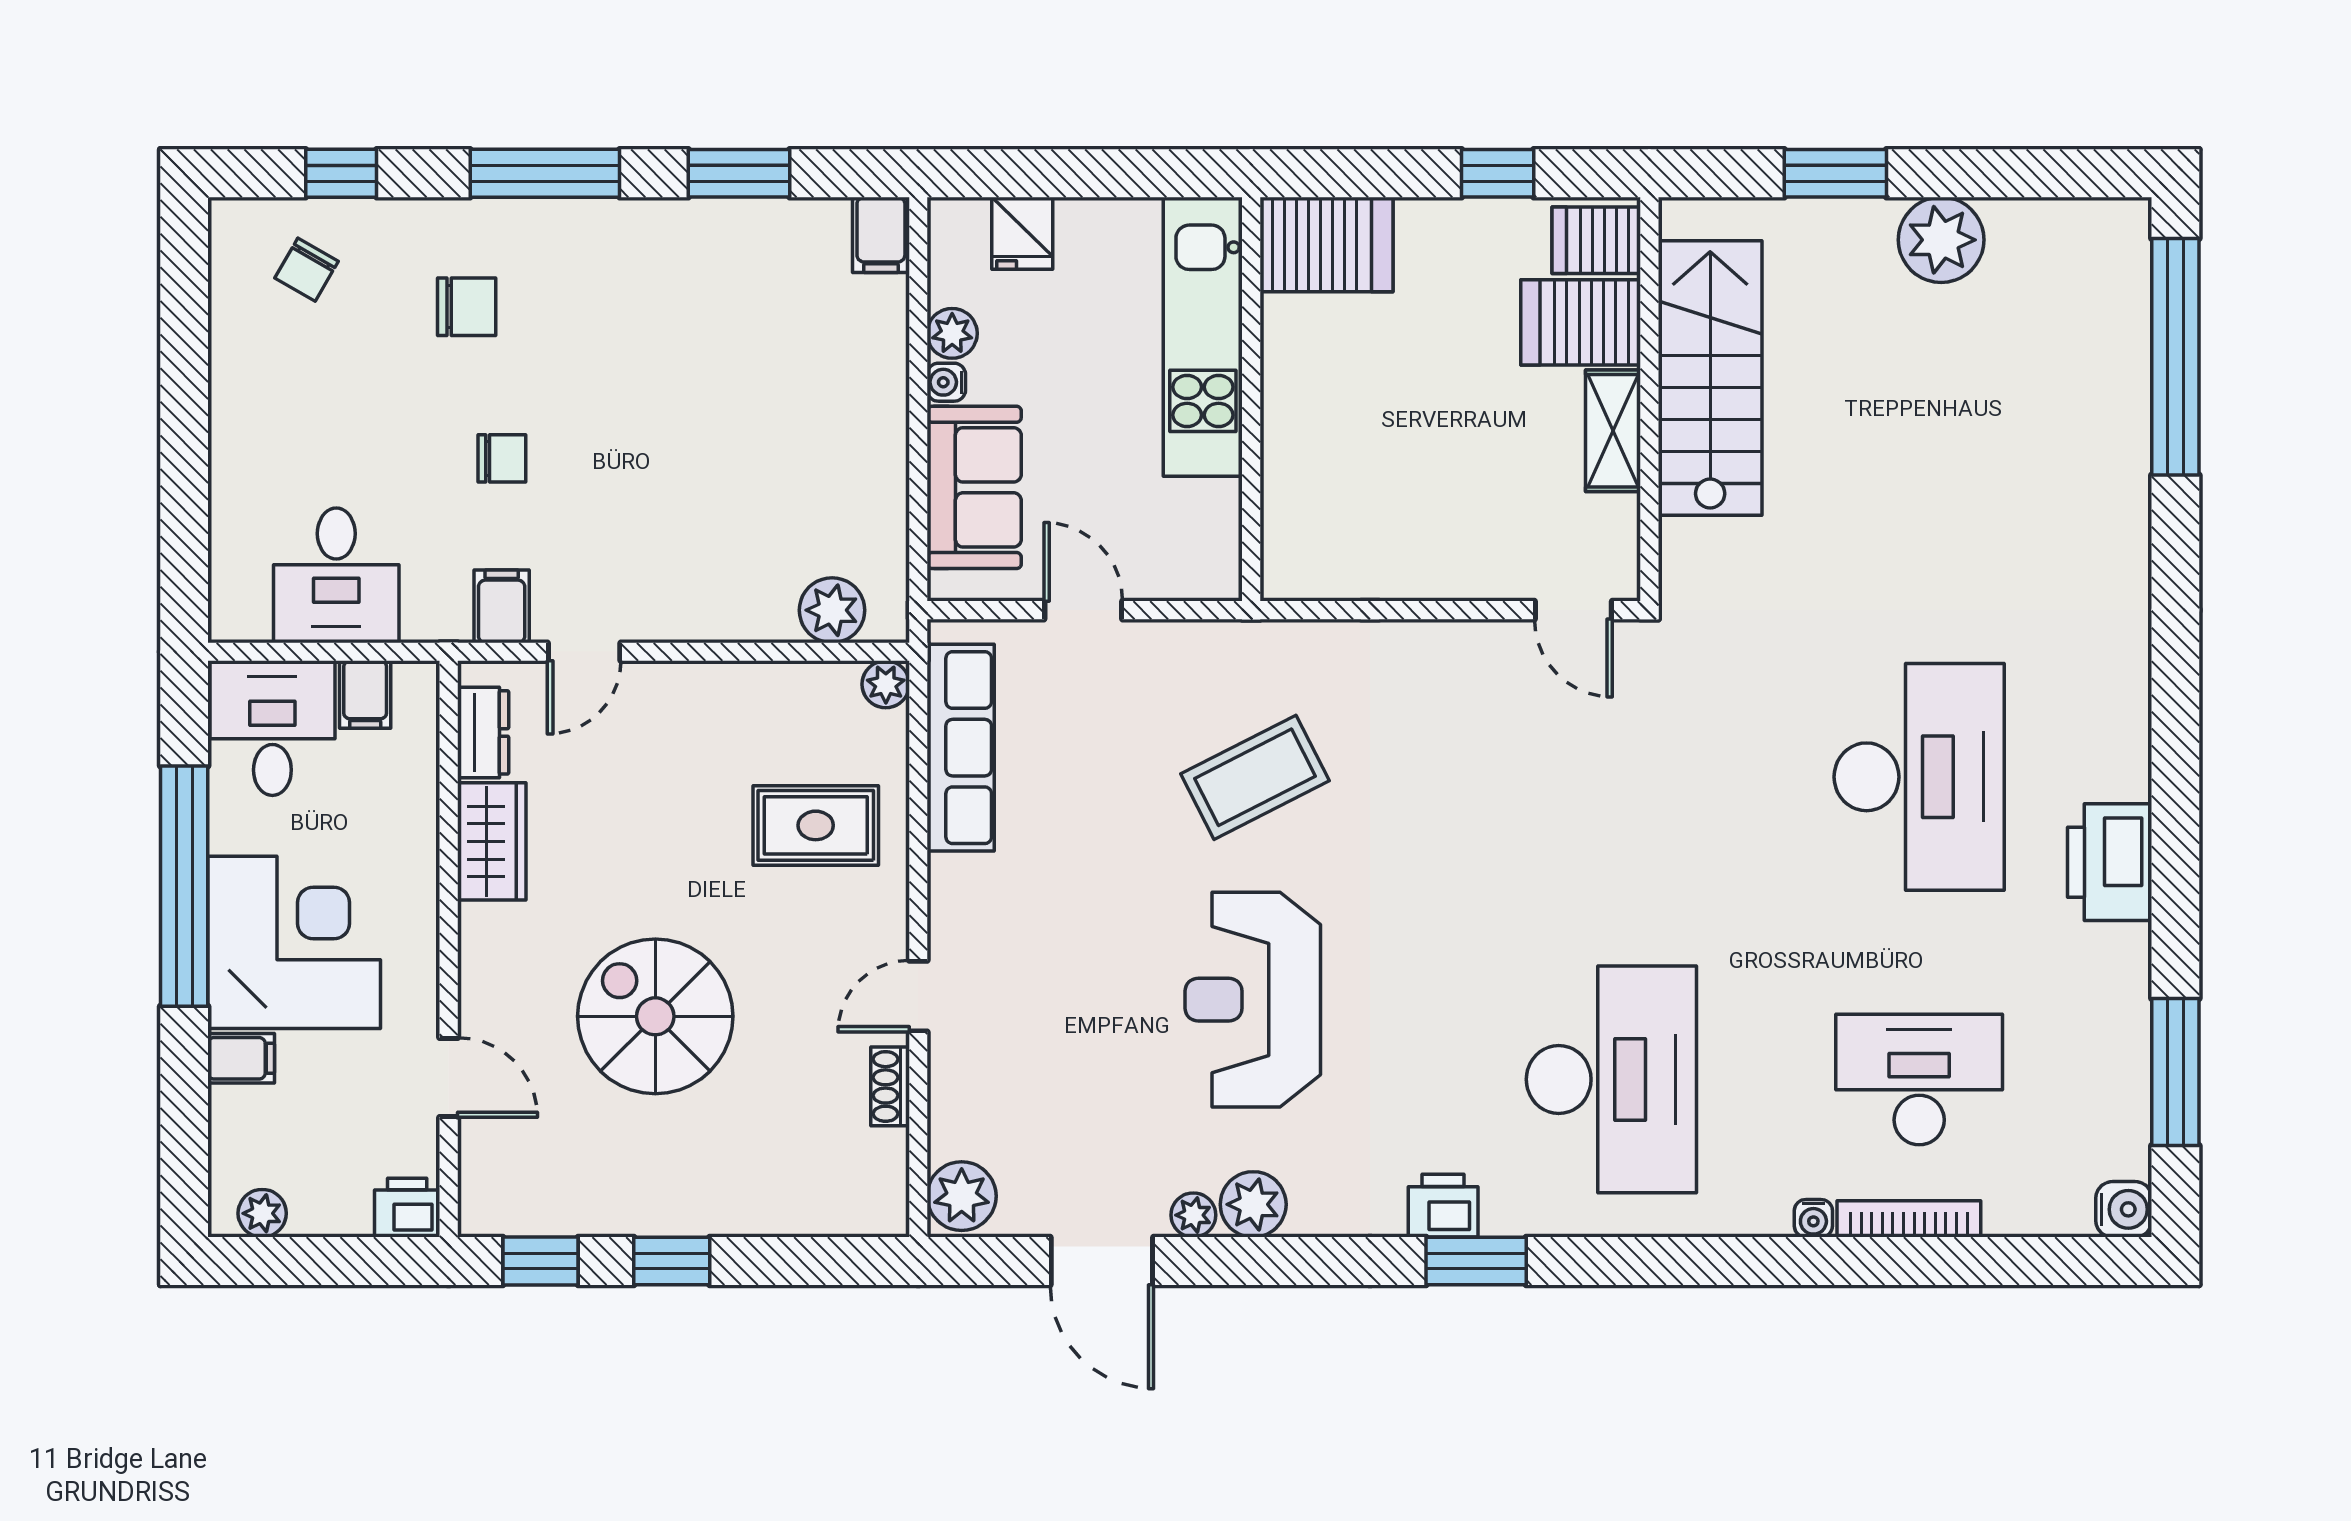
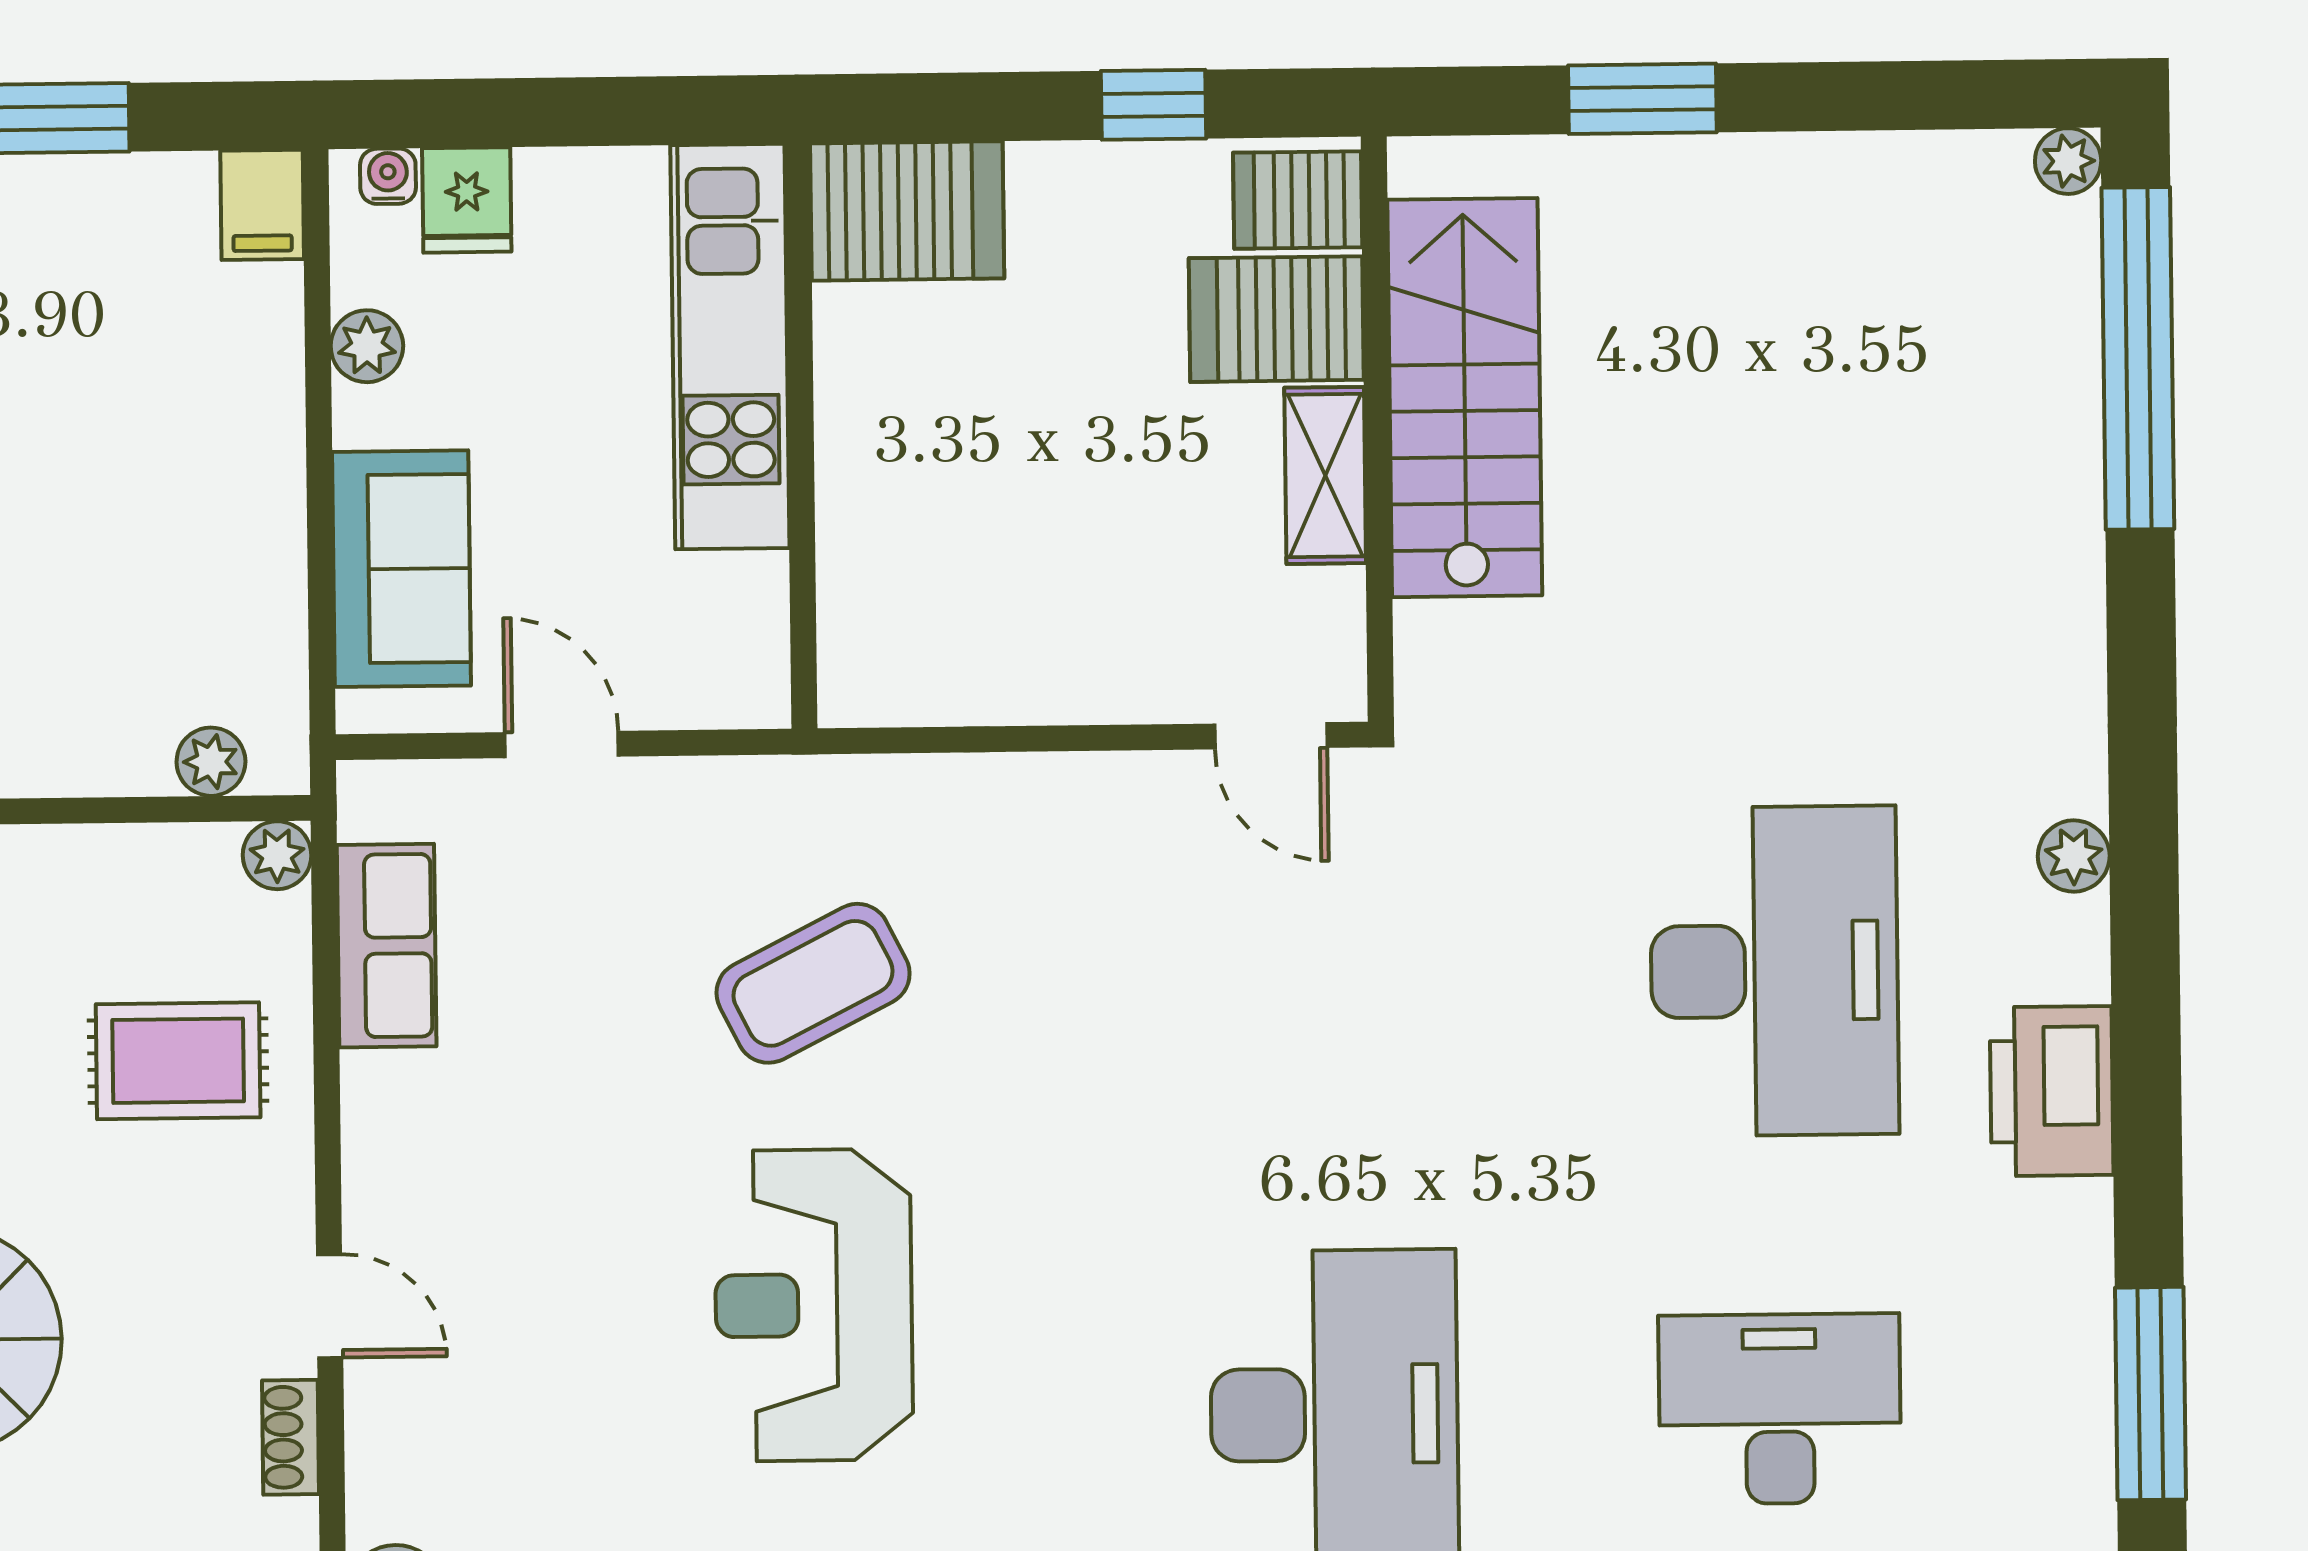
plant: (1941, 240) -> (2068, 161), moved, width x0.53, depth x0.53
water cooler: (946, 382) -> (388, 176), moved, turned 90
plant: (832, 610) -> (211, 762), width x0.73, depth x0.73
plant: (2127, 700) -> (2074, 856), added
row of seats: (961, 748) -> (387, 946), width x0.68
door: (918, 996) -> (330, 1306), swing flipped

